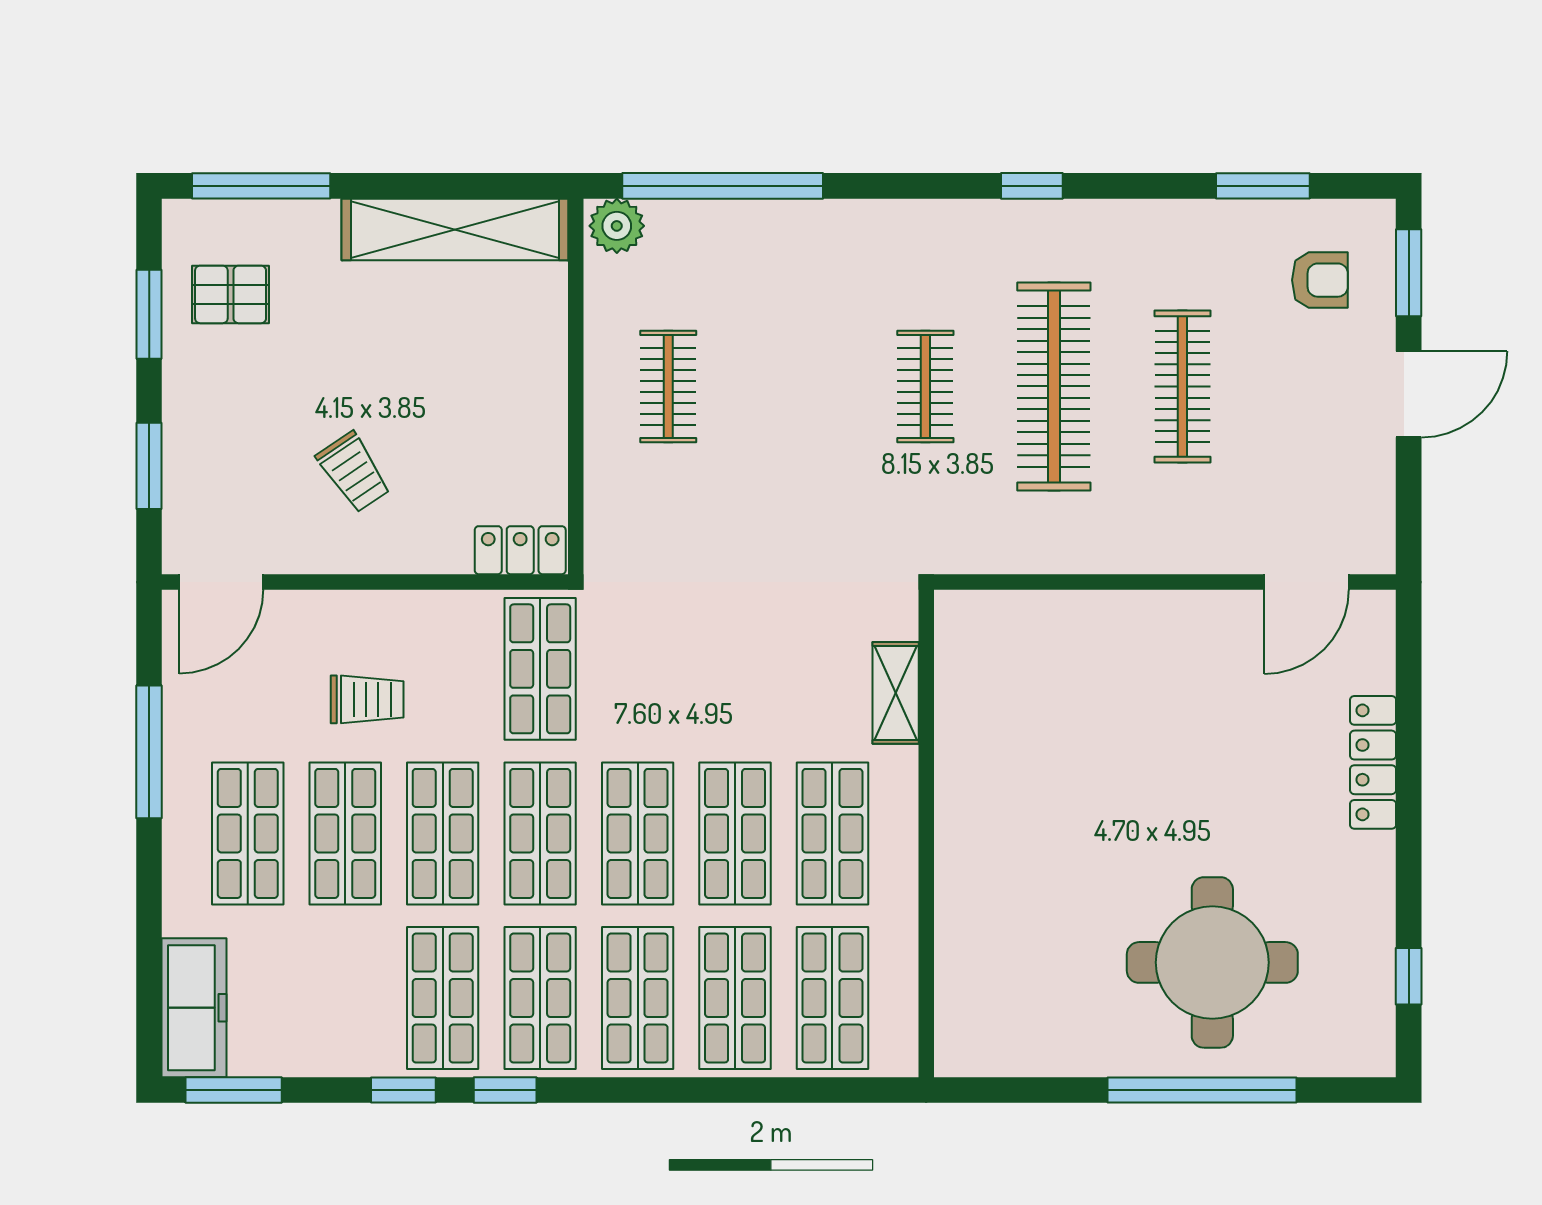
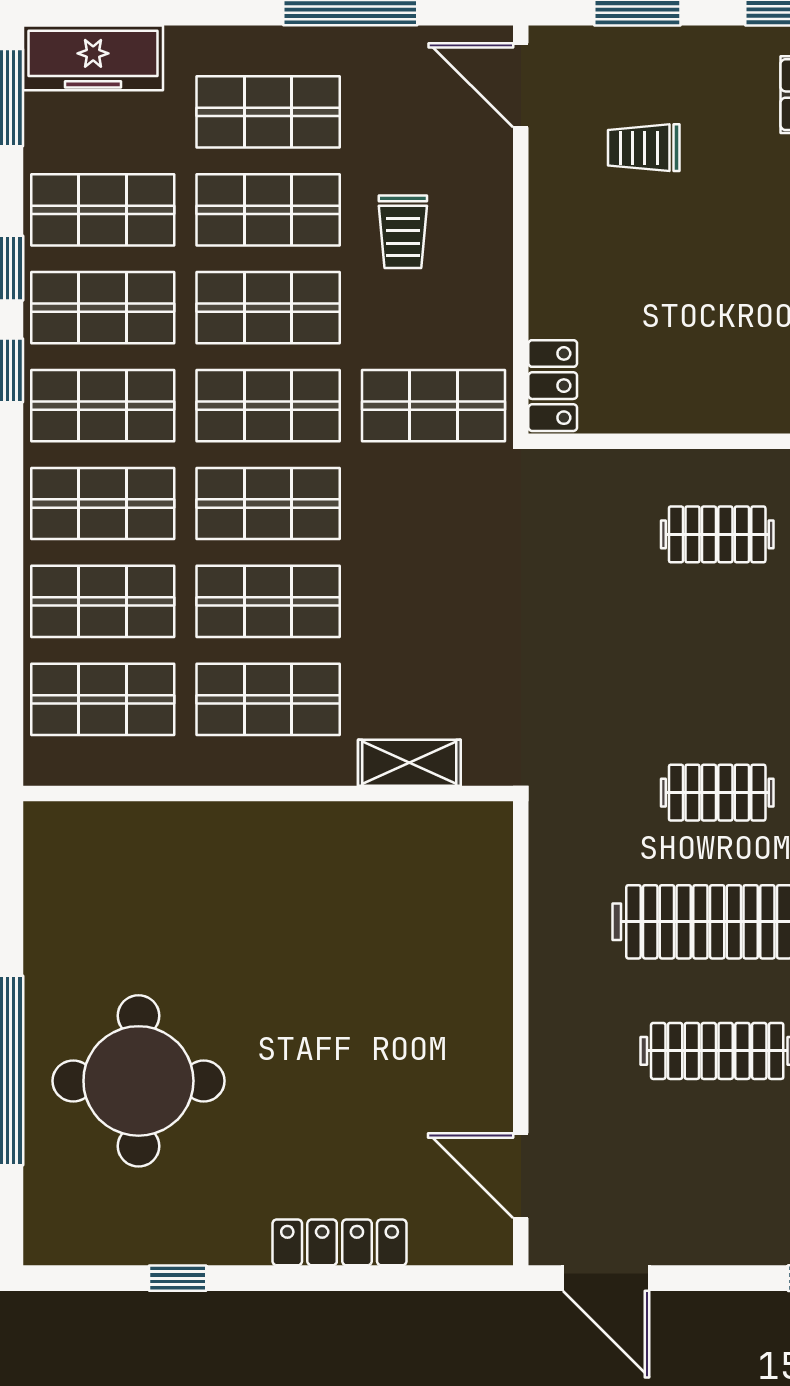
door: (1409, 394) -> (606, 1278), moved
trolley: (354, 472) -> (644, 148), moved, turned 34
window: (1409, 976) -> (178, 1278), moved
shop shelf: (345, 998) -> (103, 210), added

